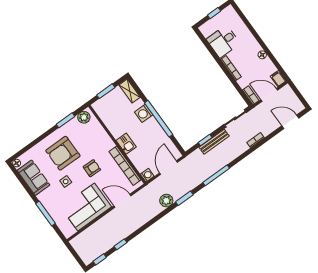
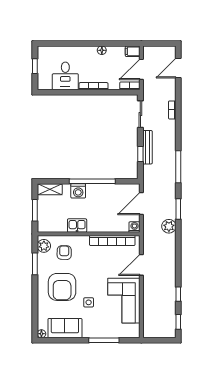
kitchen sink: (126, 144) -> (77, 226), moved
armchair: (92, 168) -> (64, 253), moved
door: (169, 168) -> (141, 204), hinge flipped

